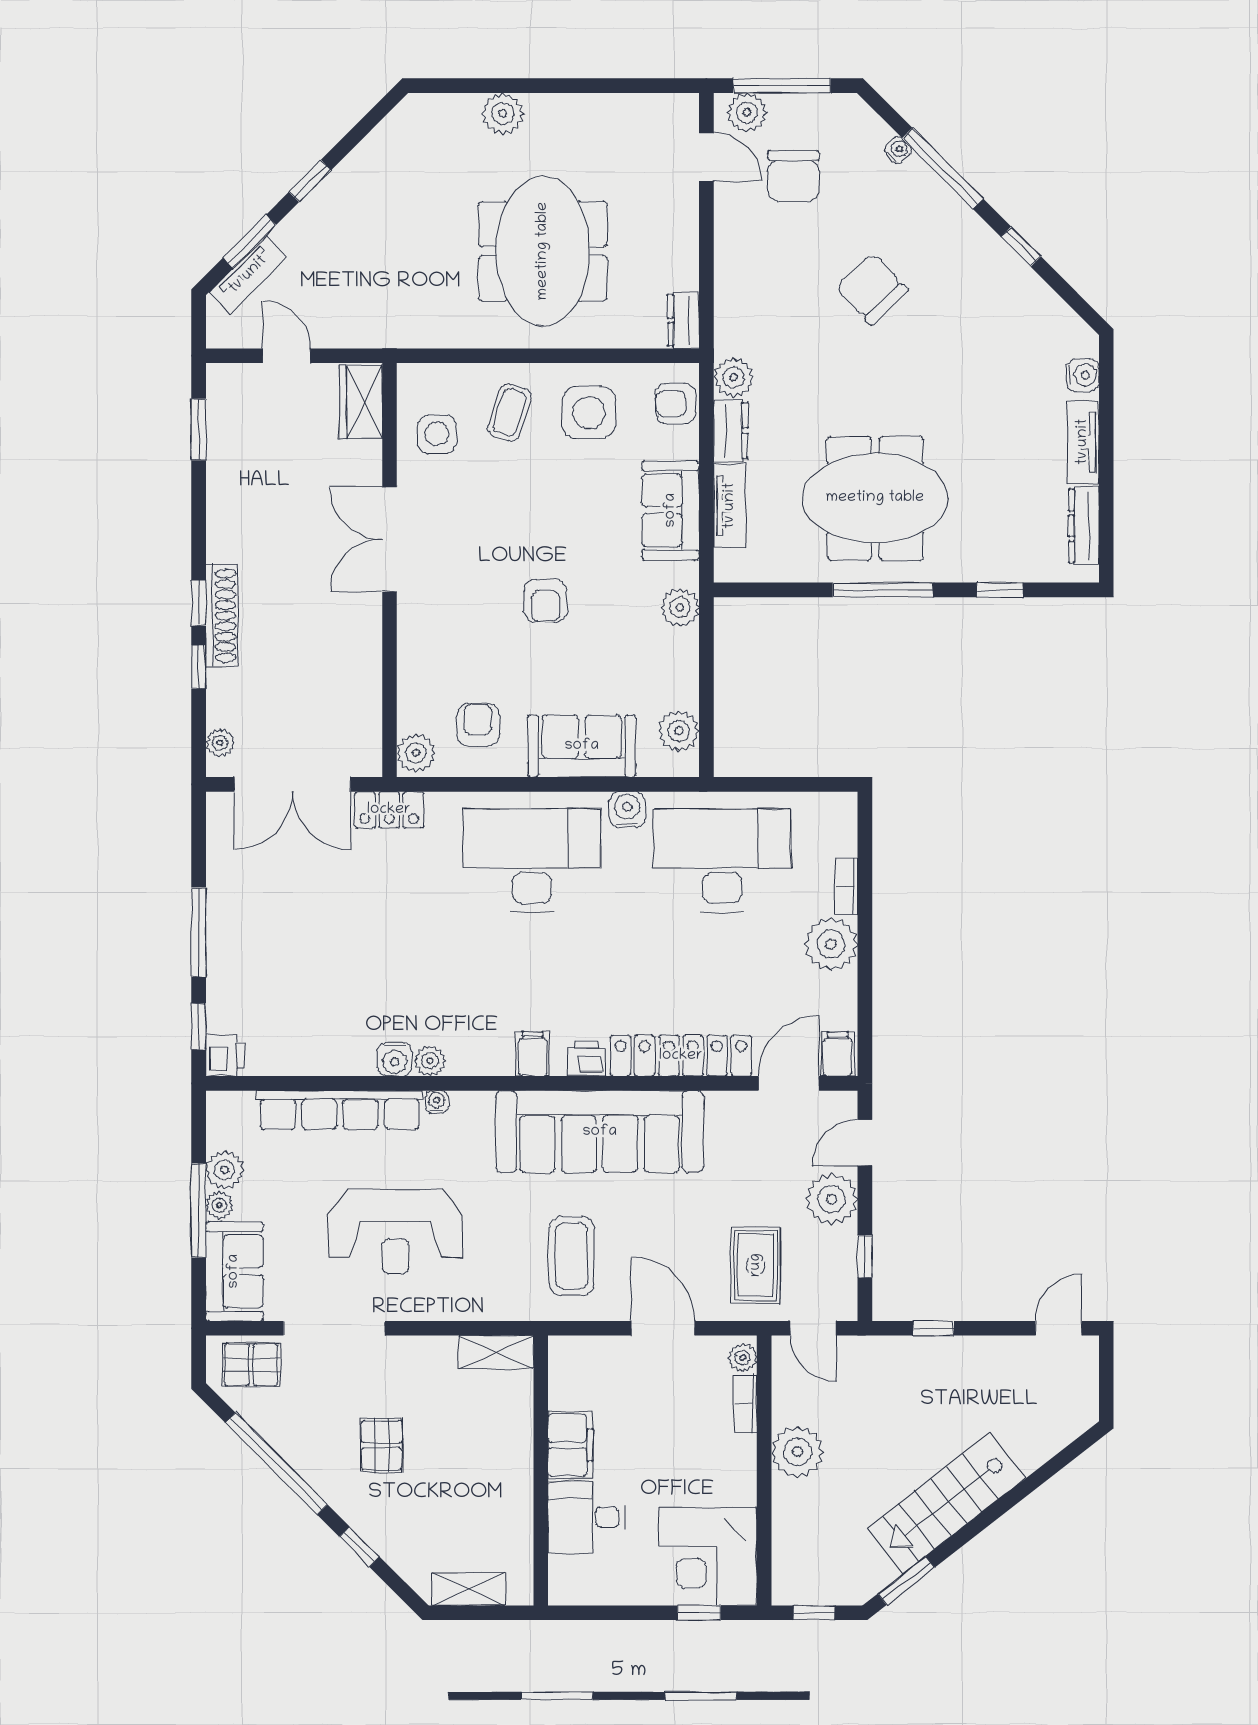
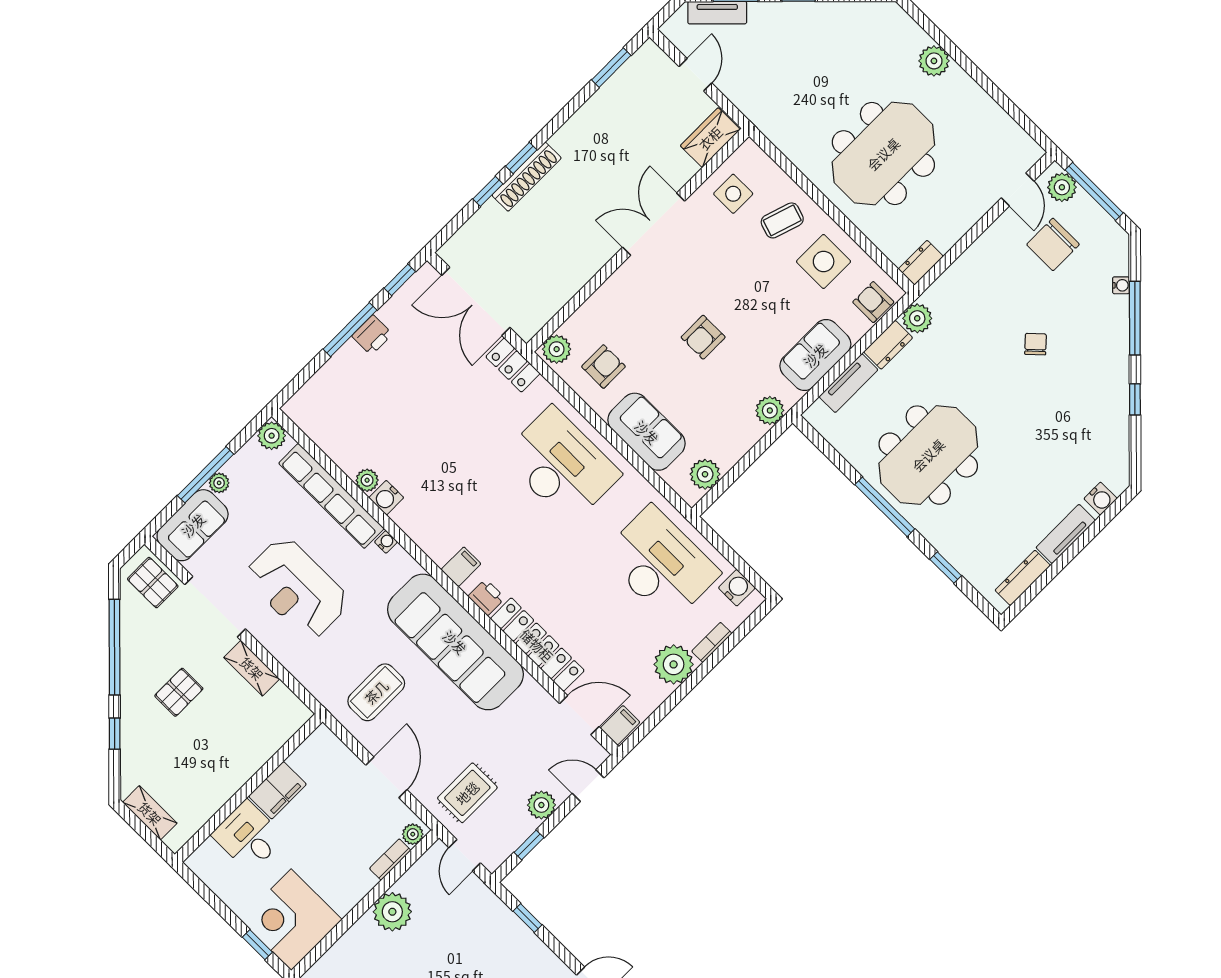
chair: (872, 289) -> (1036, 344), width x0.54, depth x0.54
meeting table: (875, 498) -> (928, 455), turned 90
plant: (220, 743) -> (460, 242), removed
water cooler: (627, 810) -> (737, 588), moved
window: (199, 1027) -> (400, 280), moved
printer: (225, 1055) -> (372, 335), moved
plant: (430, 1061) -> (367, 480), moved
plant: (225, 1170) -> (272, 436), moved
plant: (832, 1199) -> (541, 805), width x0.73, depth x0.73
shelving: (496, 1352) -> (252, 668), moved

